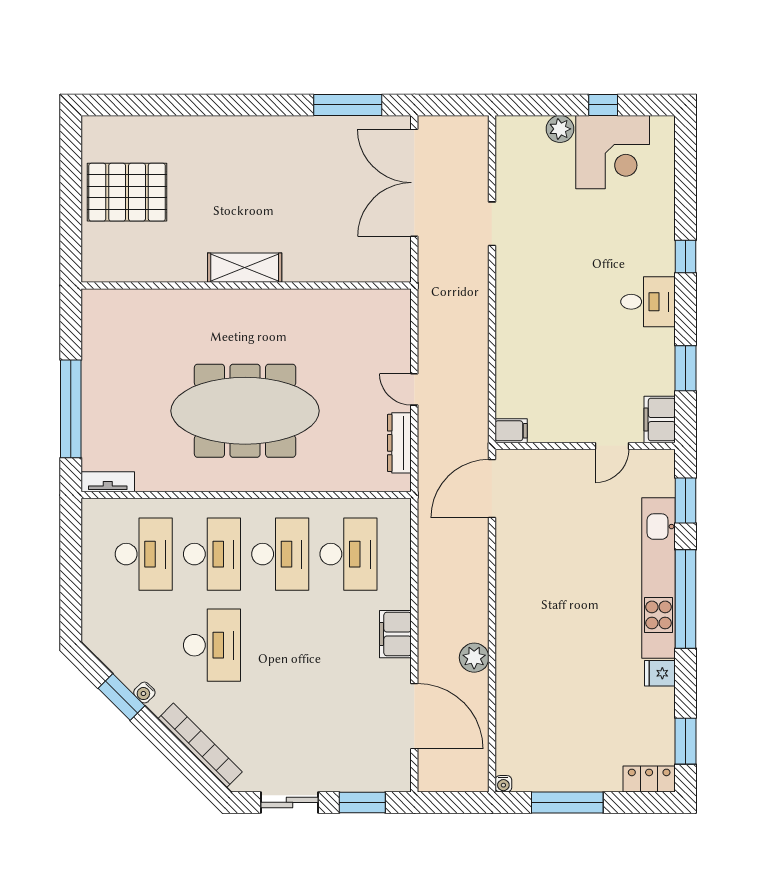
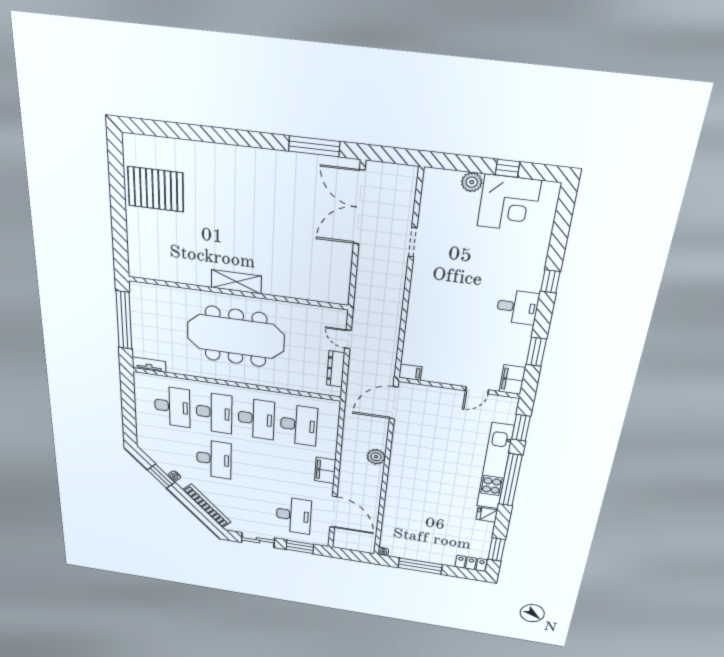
shelving: (245, 268) -> (236, 282), moved
wall: (246, 286) -> (237, 293), moved
plant: (474, 658) -> (376, 457), moved
desk: (348, 736) -> (294, 515), added

